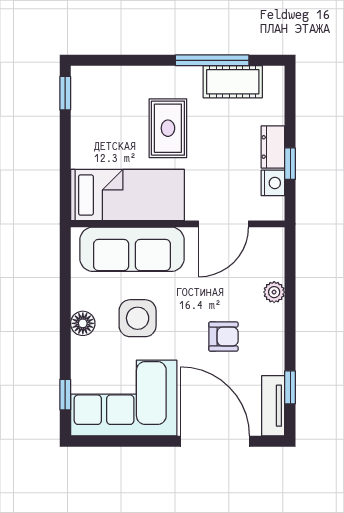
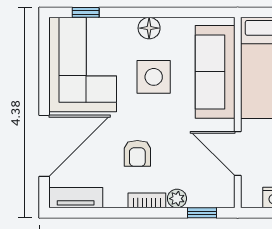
bookcase: (276, 326) -> (147, 200), added
window: (290, 387) -> (202, 213), moved

